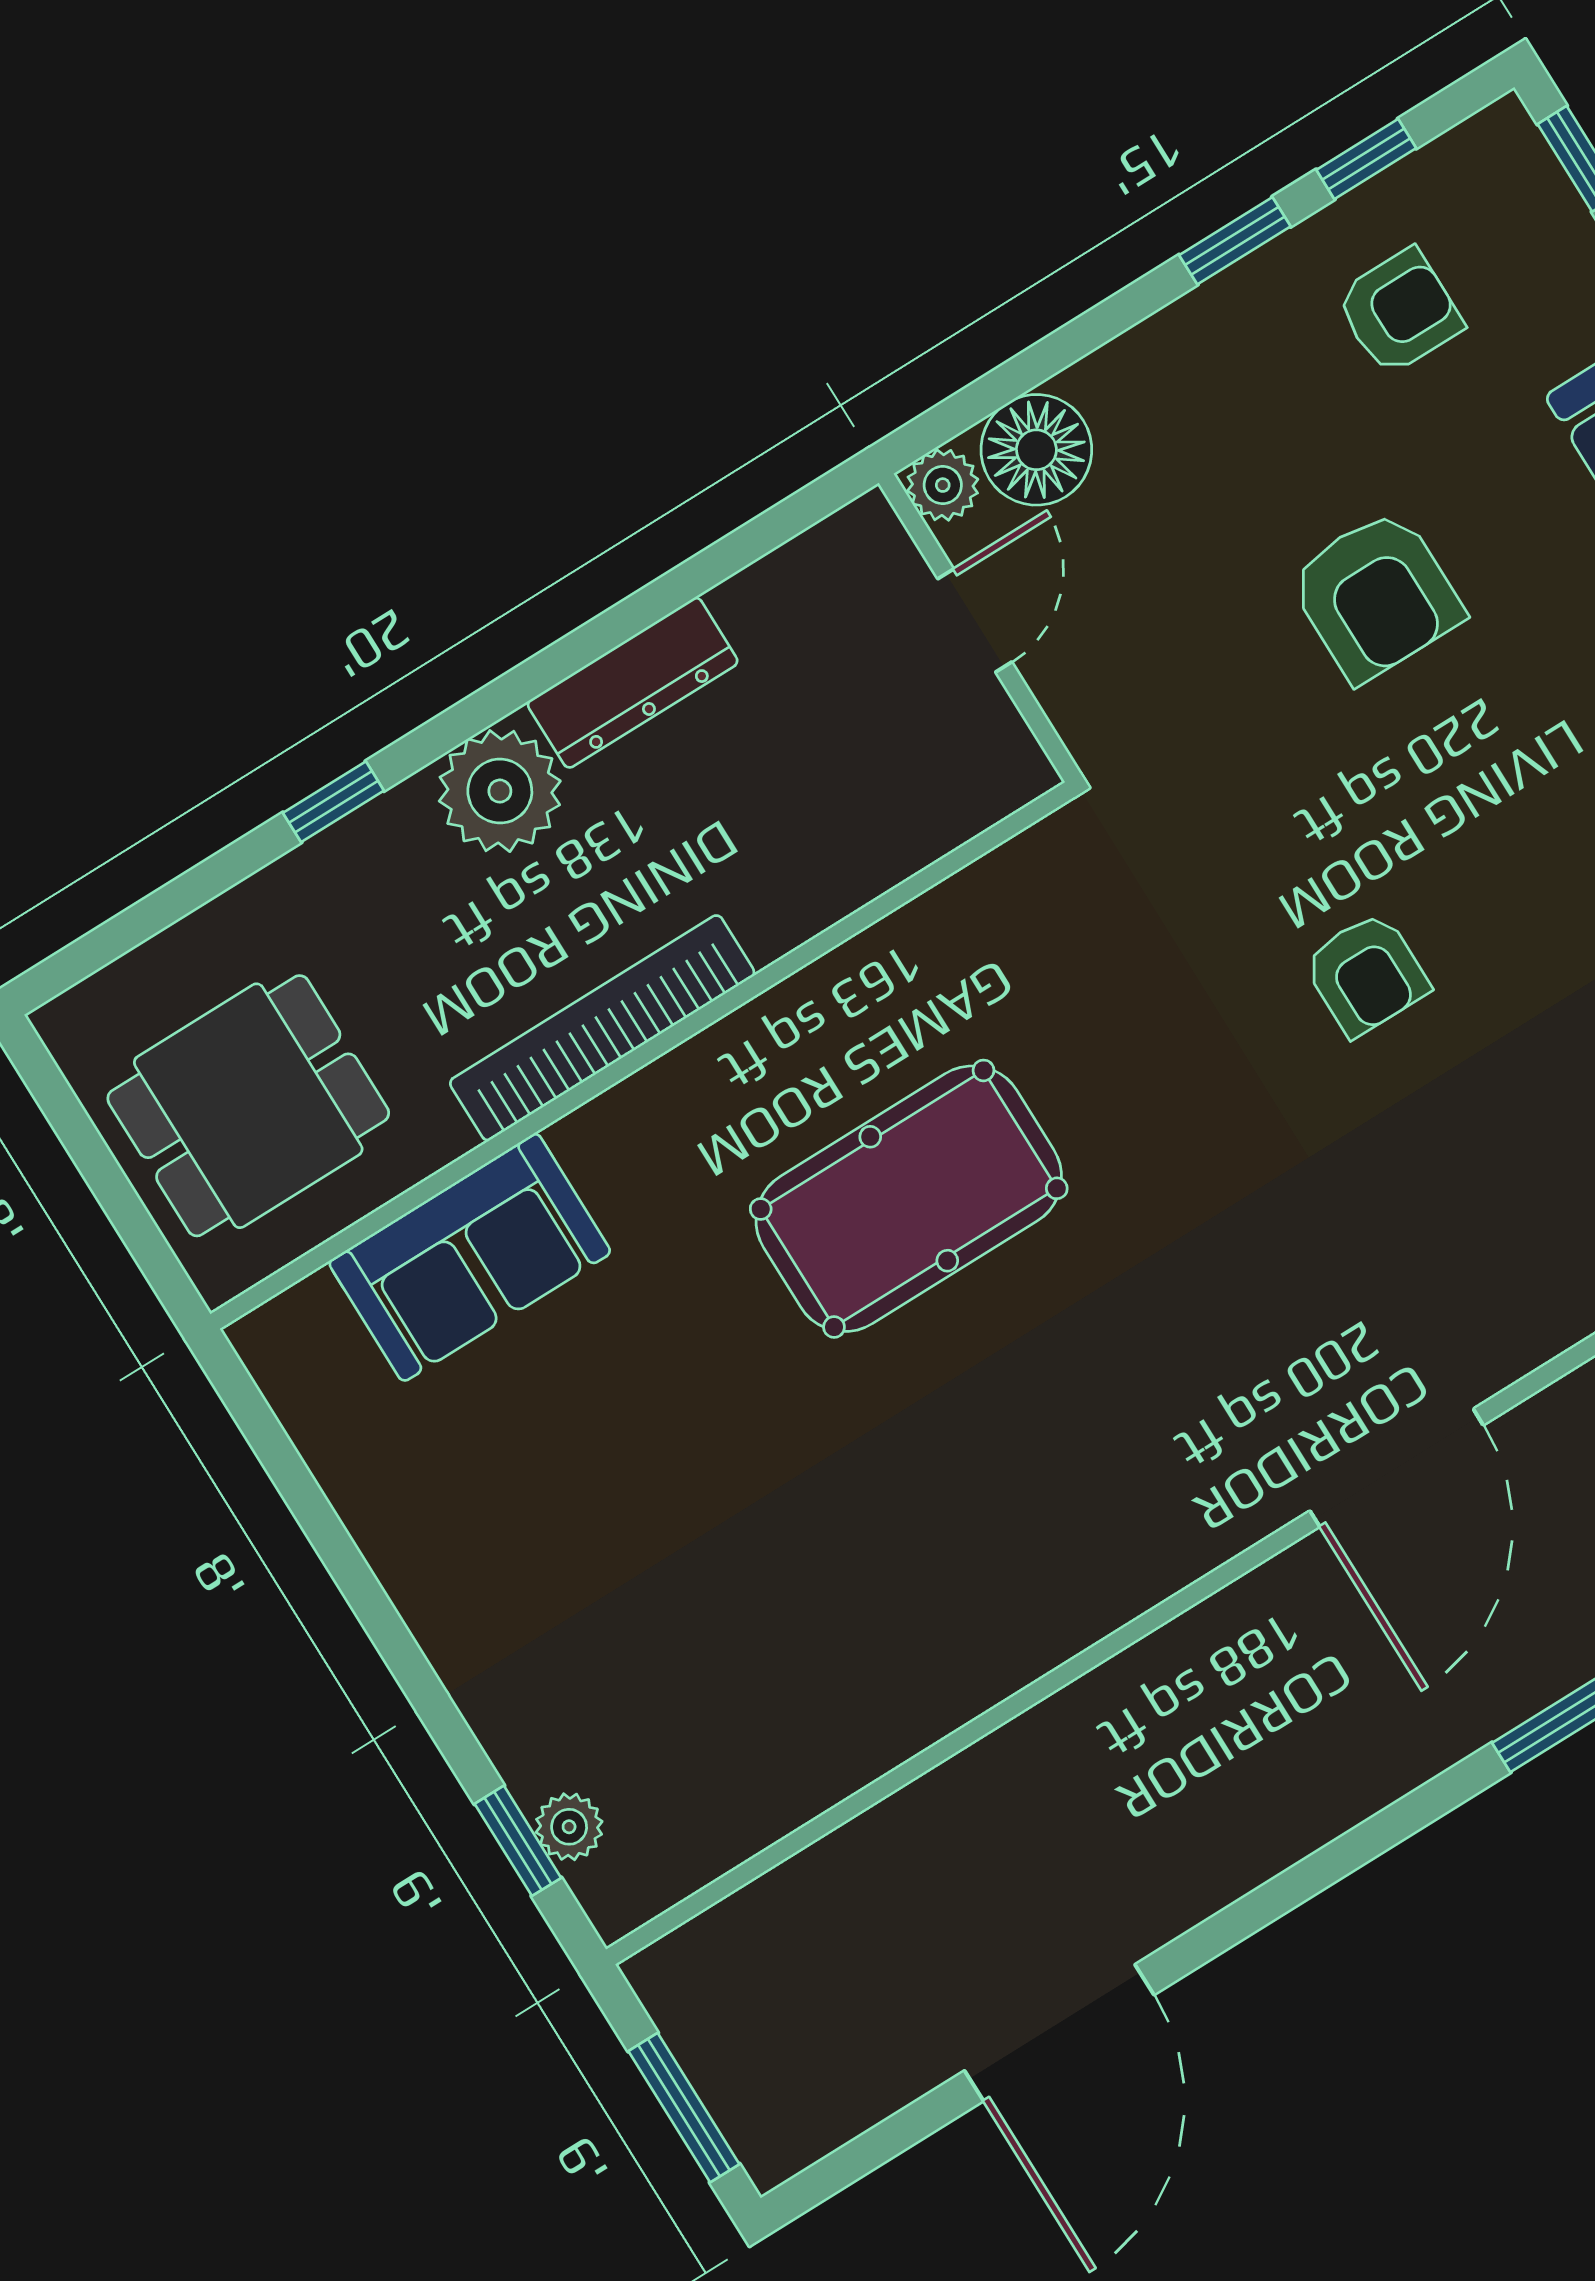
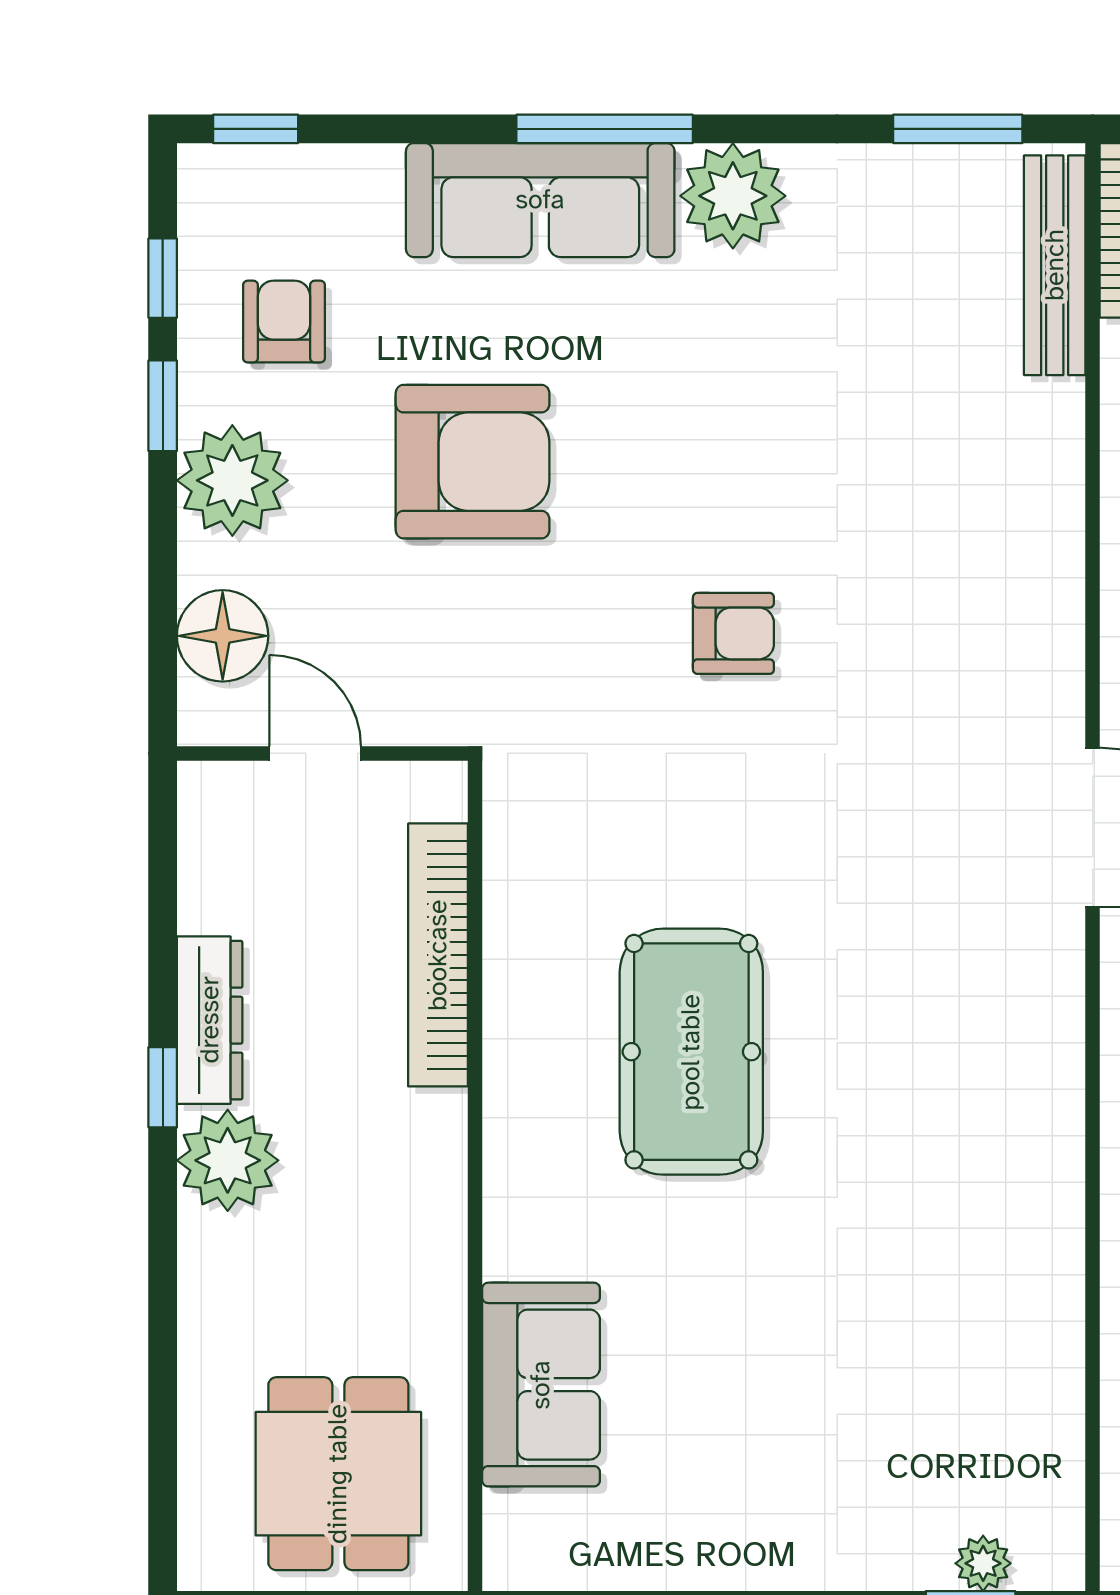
plant: (943, 485) -> (232, 480), moved, width x1.88, depth x1.88
armchair: (1376, 595) -> (473, 462), width x1.36, depth x1.36
window: (333, 802) -> (163, 1087), moved
bookcase: (602, 1028) -> (438, 955), moved

